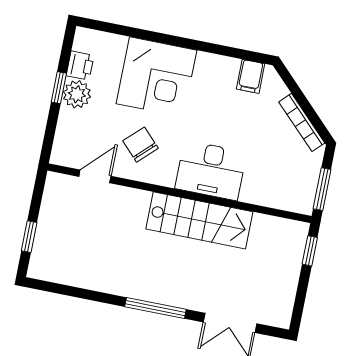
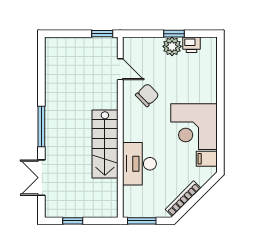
corner desk: (156, 77) -> (194, 127), moved
desk: (211, 170) -> (139, 164), moved
window: (29, 237) -> (102, 34), moved
window: (310, 251) -> (73, 221), moved

